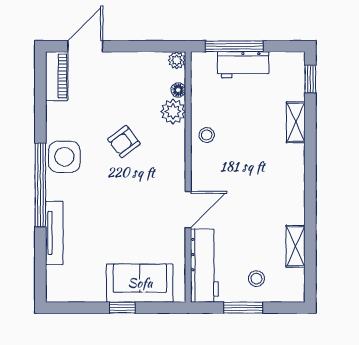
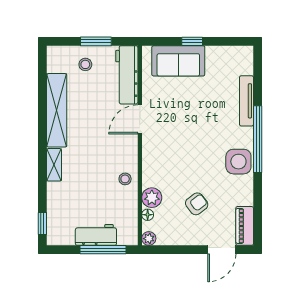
shelving: (296, 122) -> (54, 165), moved
armchair: (124, 142) -> (197, 204), moved
shelving: (296, 246) -> (57, 110), width x2.20, depth x1.33

